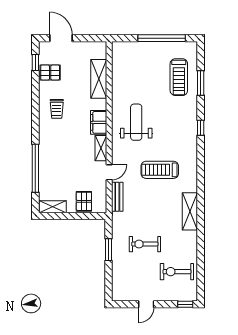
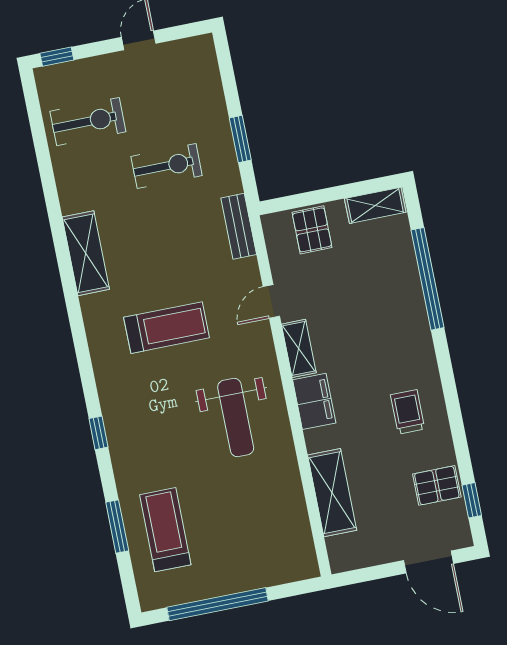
bench: (117, 197) -> (239, 226), moved

